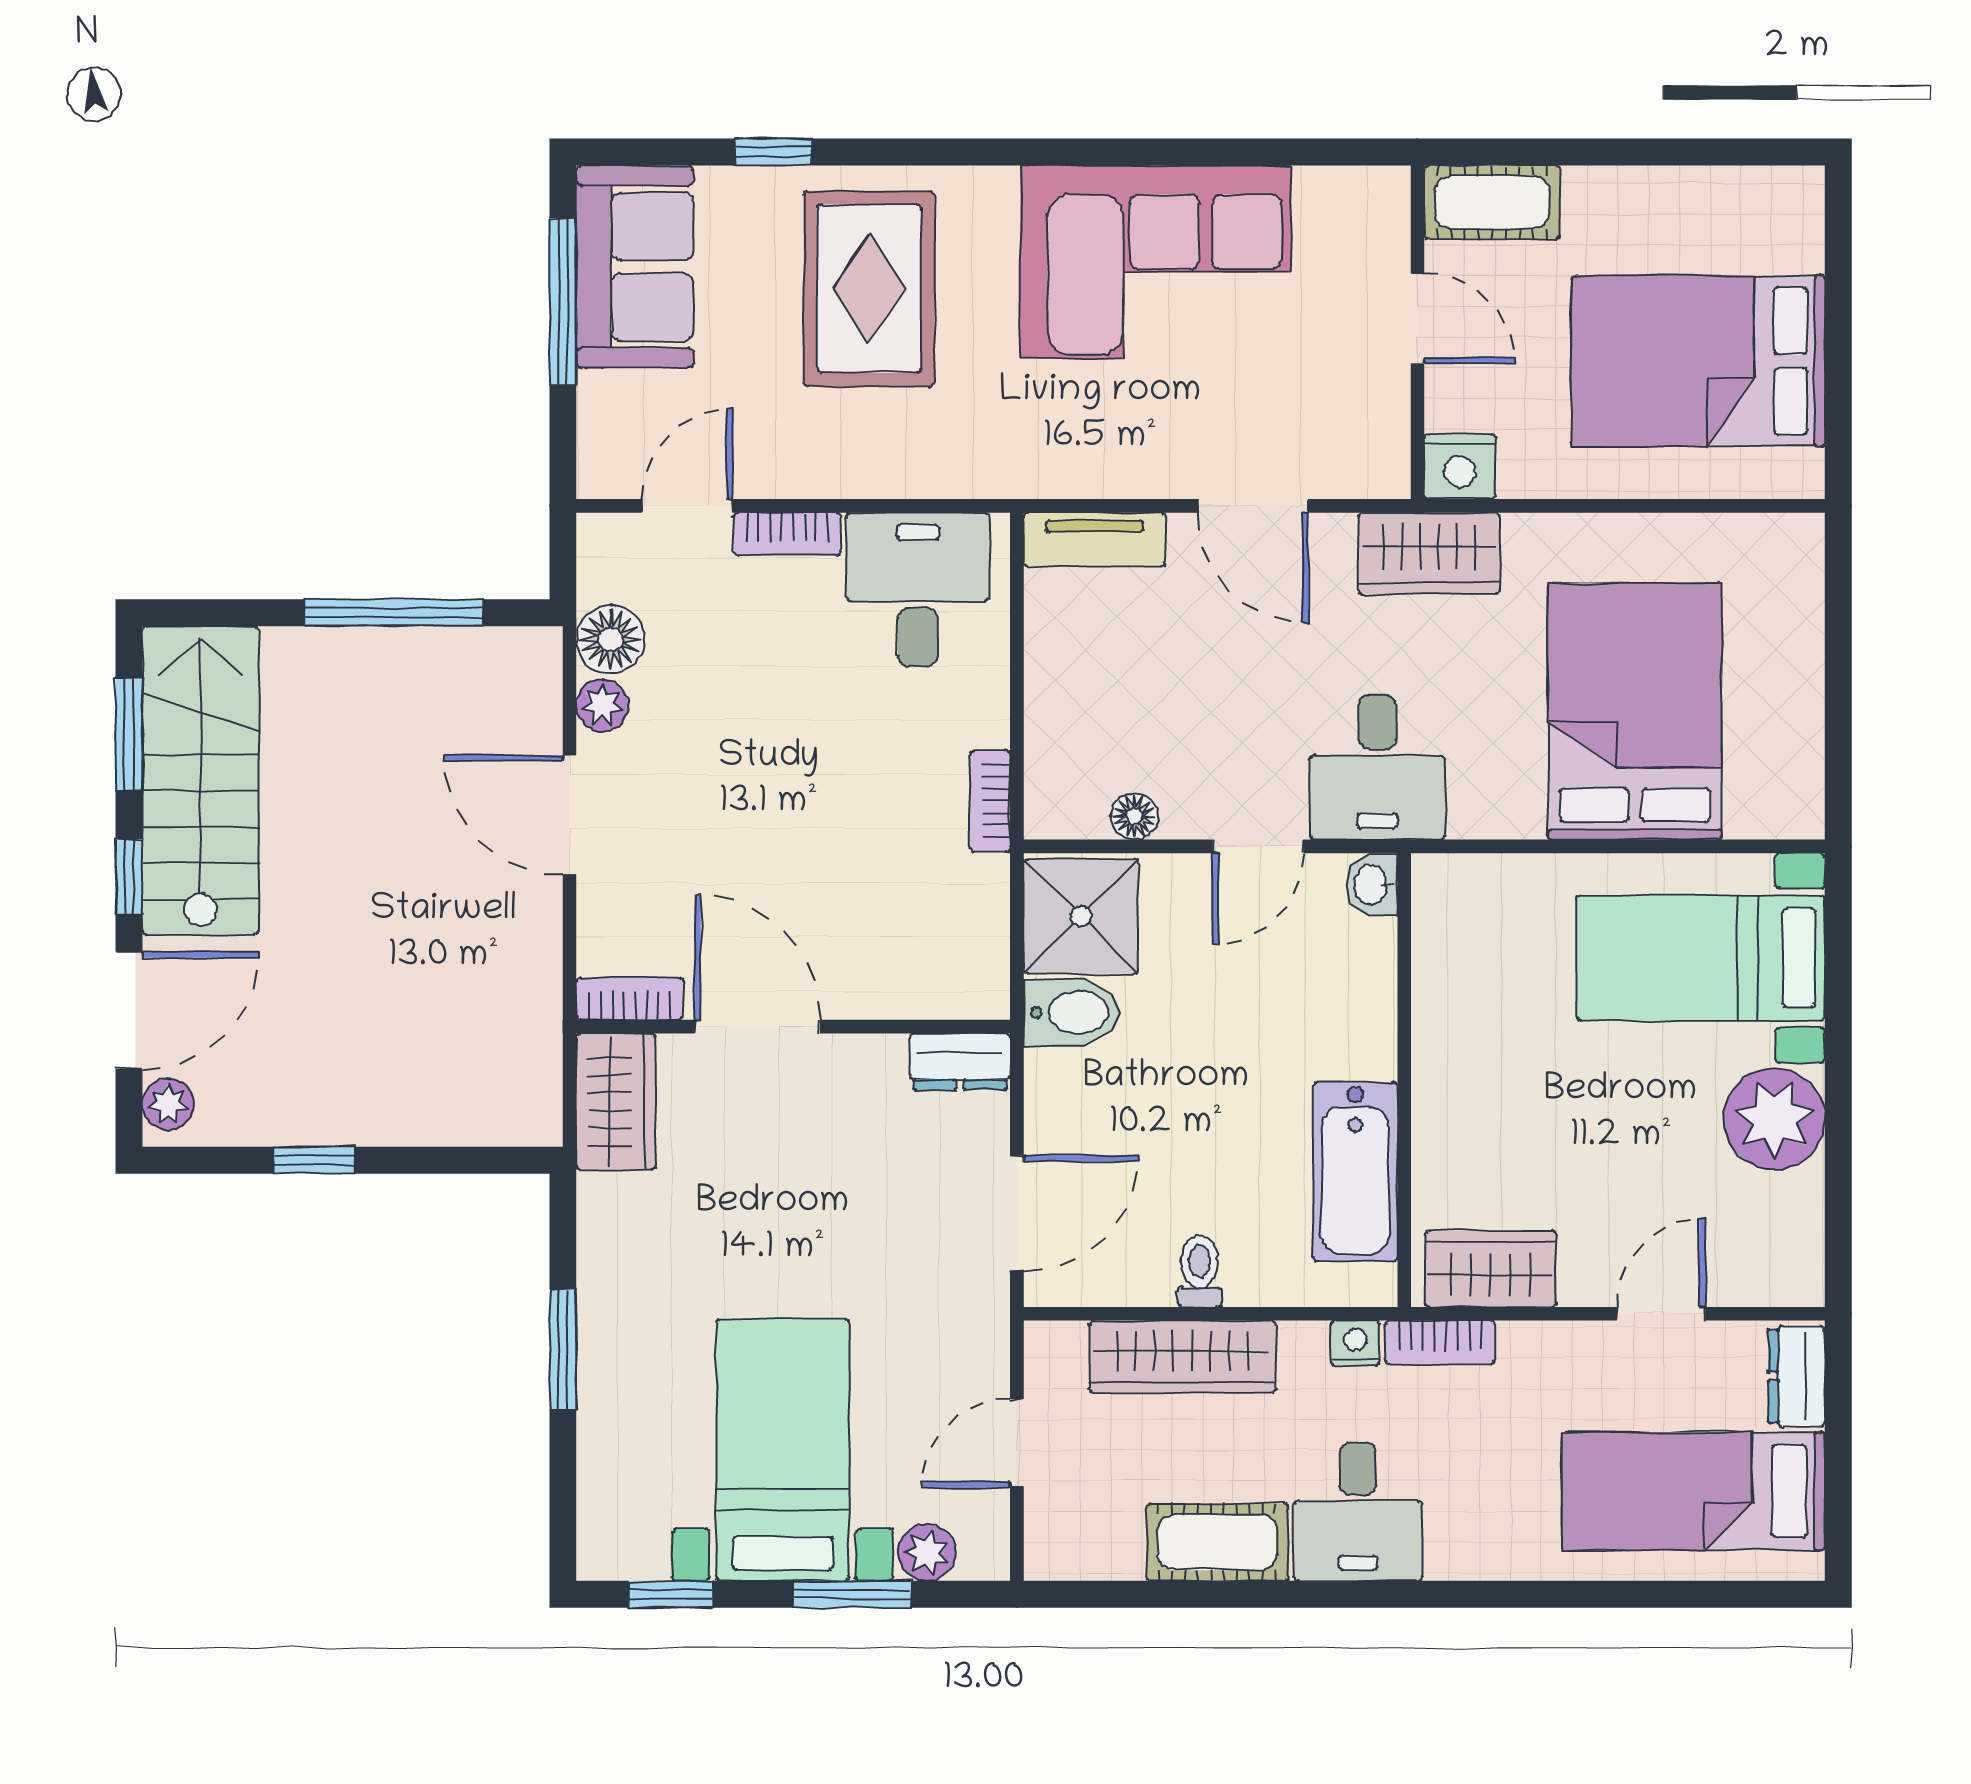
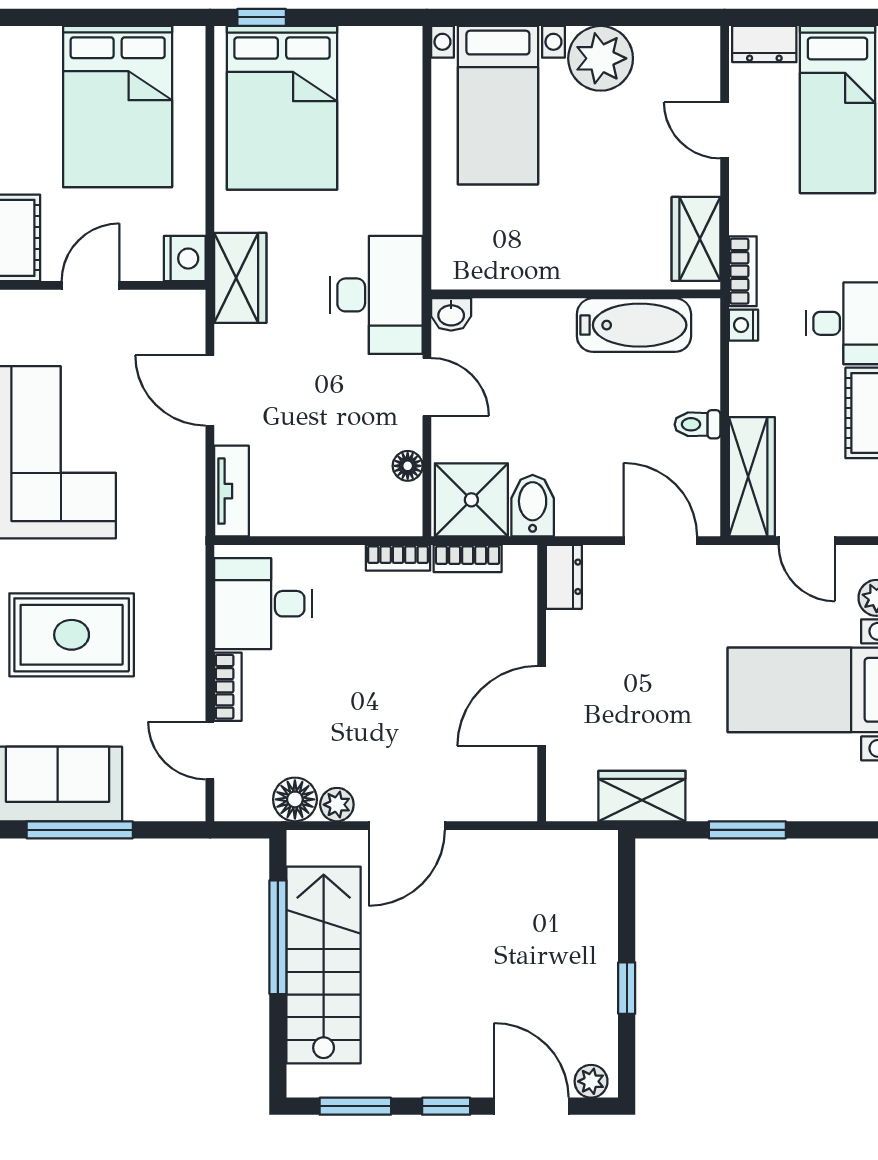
door: (1253, 506) -> (210, 390), swing flipped
window: (1838, 587) -> (262, 17), added
bed: (1635, 711) -> (282, 108), moved, turned -90
desk: (1377, 767) -> (376, 295), width x1.37
stairs: (200, 780) -> (324, 965), moved, turned 90
bookcase: (630, 999) -> (468, 558), moved, turned -90
wardrobe: (616, 1102) -> (642, 796), moved
wardrobe: (1182, 1357) -> (752, 477), moved

